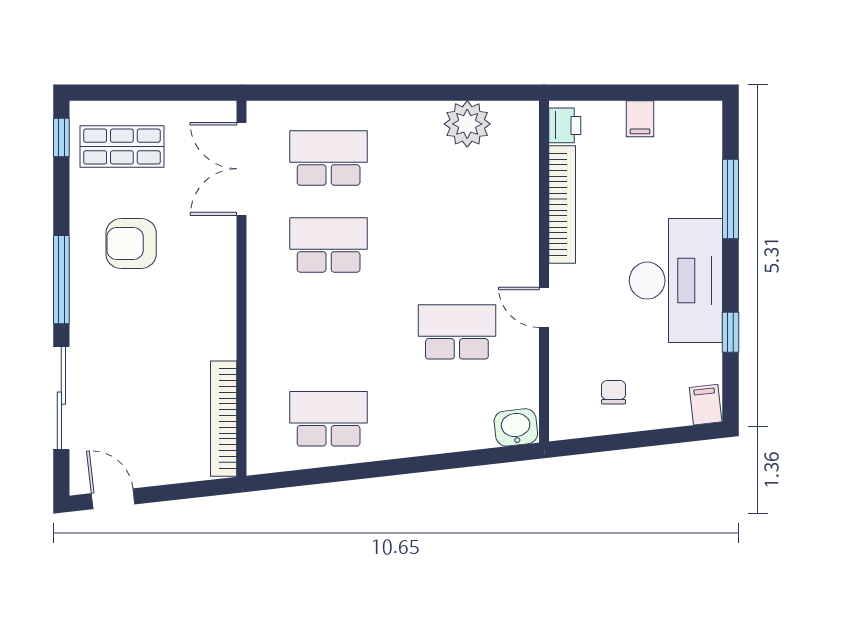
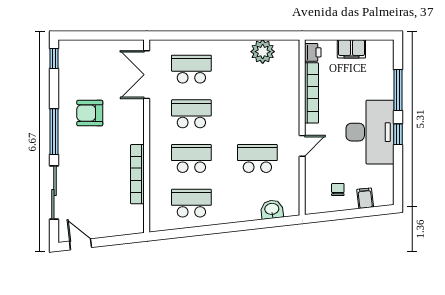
filing cabinet: (640, 119) -> (351, 49), width x2.00
shop shelf: (122, 147) -> (85, 63), removed
door: (544, 307) -> (302, 146), swing flipped
school desk: (329, 332) -> (191, 158), added
window: (731, 332) -> (398, 134), moved
filing cabinet: (706, 405) -> (365, 198), moved
bookcase: (224, 419) -> (137, 174), moved
washbasin: (516, 427) -> (272, 209), moved

